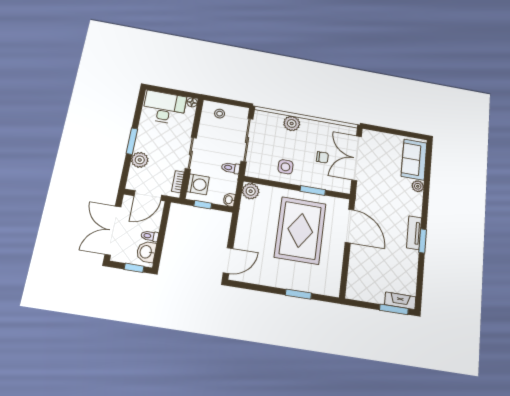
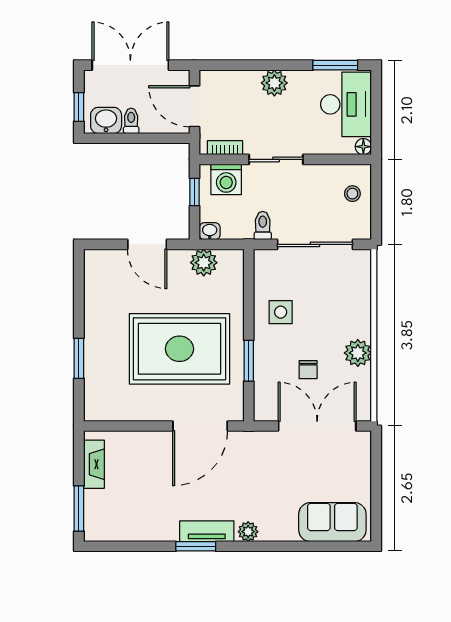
plant: (292, 123) -> (358, 353), moved
window: (132, 141) -> (335, 65), moved
plant: (140, 160) -> (274, 83), moved
plant: (418, 186) -> (248, 532), moved
plant: (251, 191) -> (204, 263), moved
door: (228, 260) -> (147, 244), moved
fireplace: (400, 301) -> (94, 464), moved

